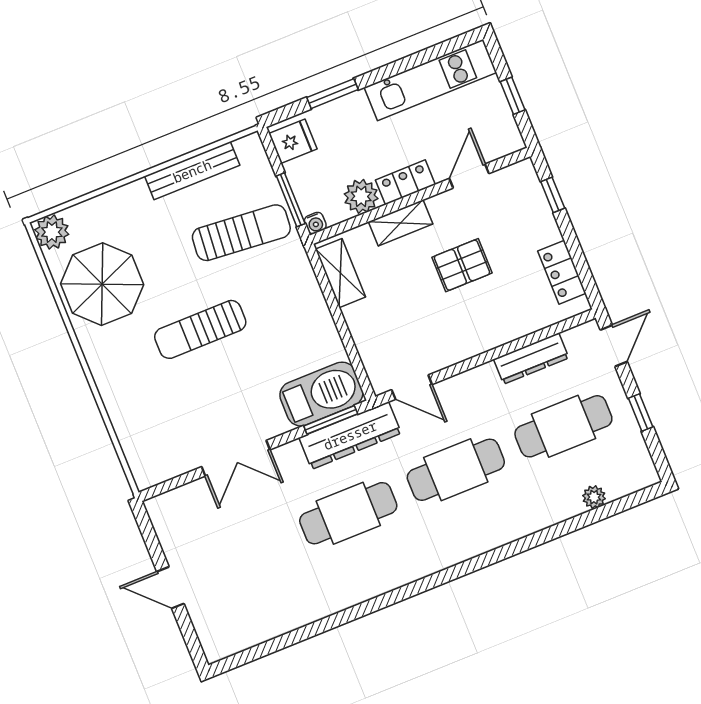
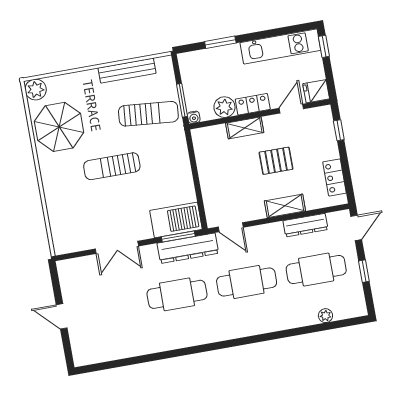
window: (513, 96) -> (324, 46), moved
fridge: (293, 141) -> (316, 91), moved, turned 180
shelving: (341, 273) -> (285, 206), moved, turned 90

